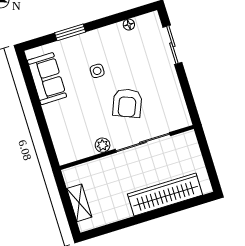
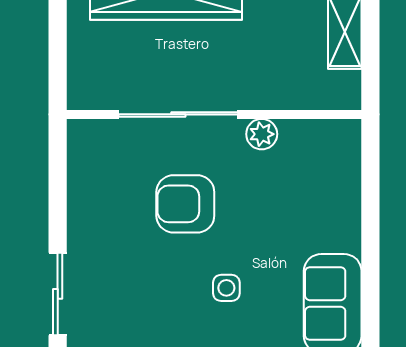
armchair: (127, 103) -> (185, 204), turned -112

